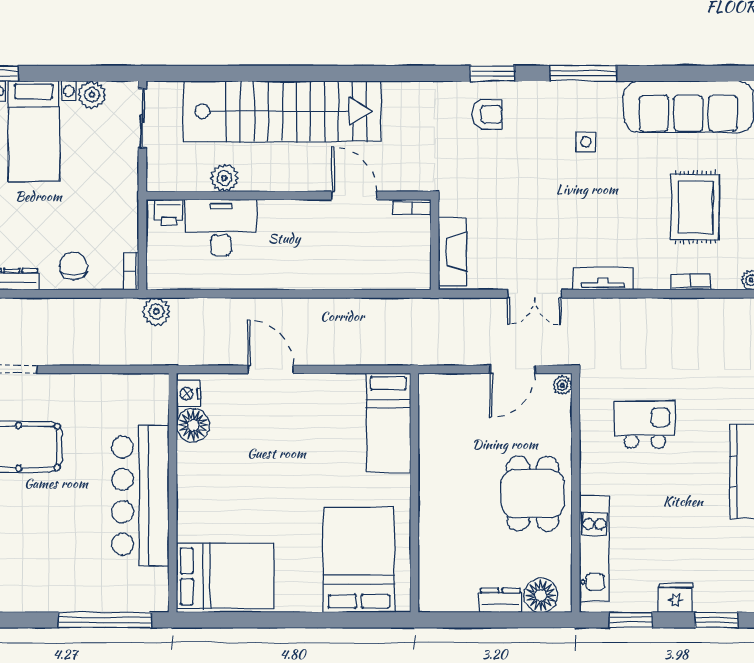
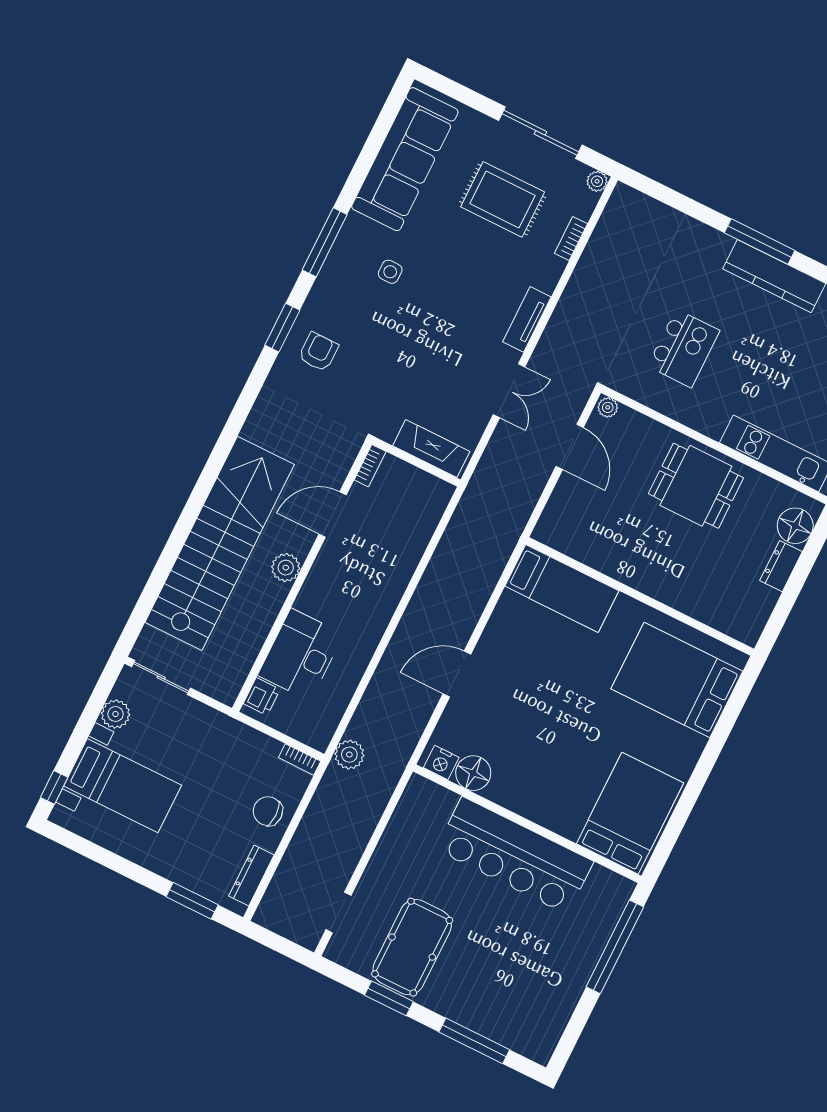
plant: (224, 178) -> (286, 568), moved
kitchen island: (645, 425) -> (684, 348), turned 180

